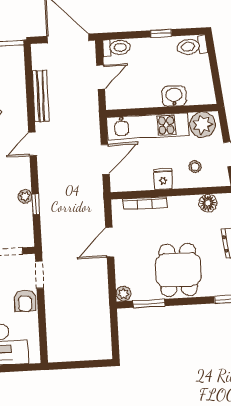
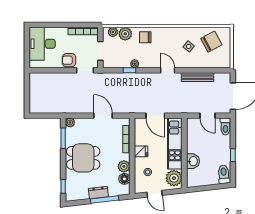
plant: (188, 205) -> (124, 166), added

